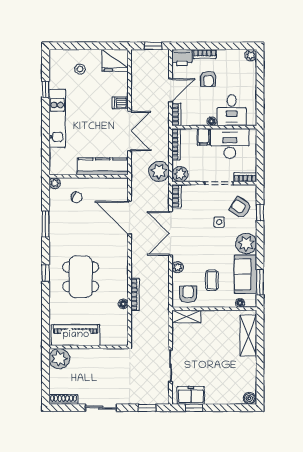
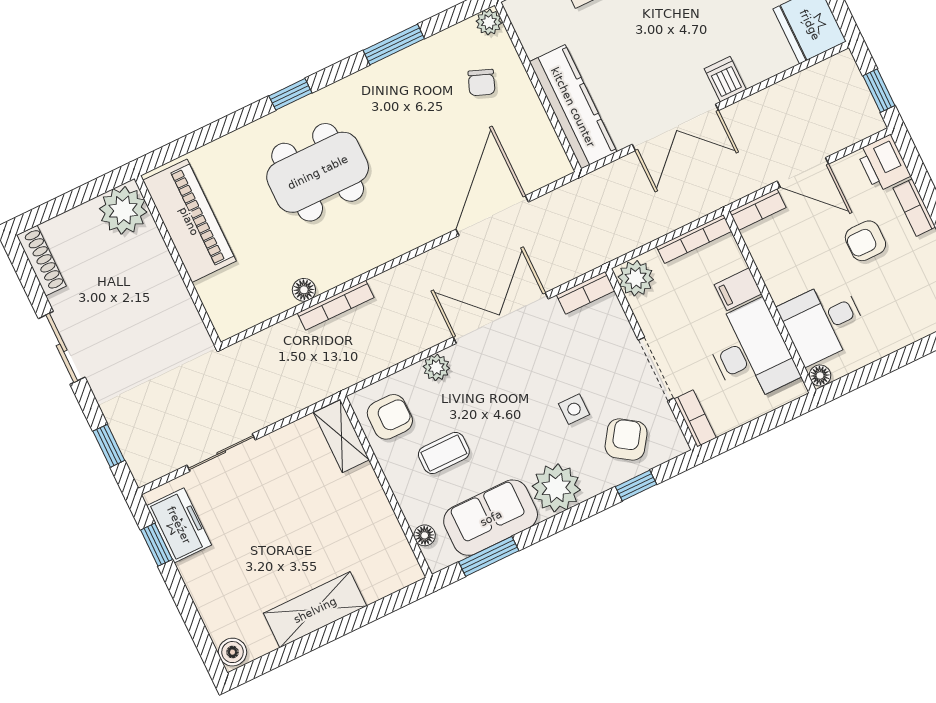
floor lamp: (212, 121) -> (820, 375), moved
plant: (159, 171) -> (620, 231), removed
shelving: (248, 336) -> (315, 610), moved

